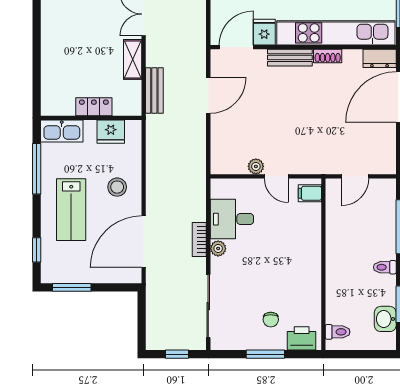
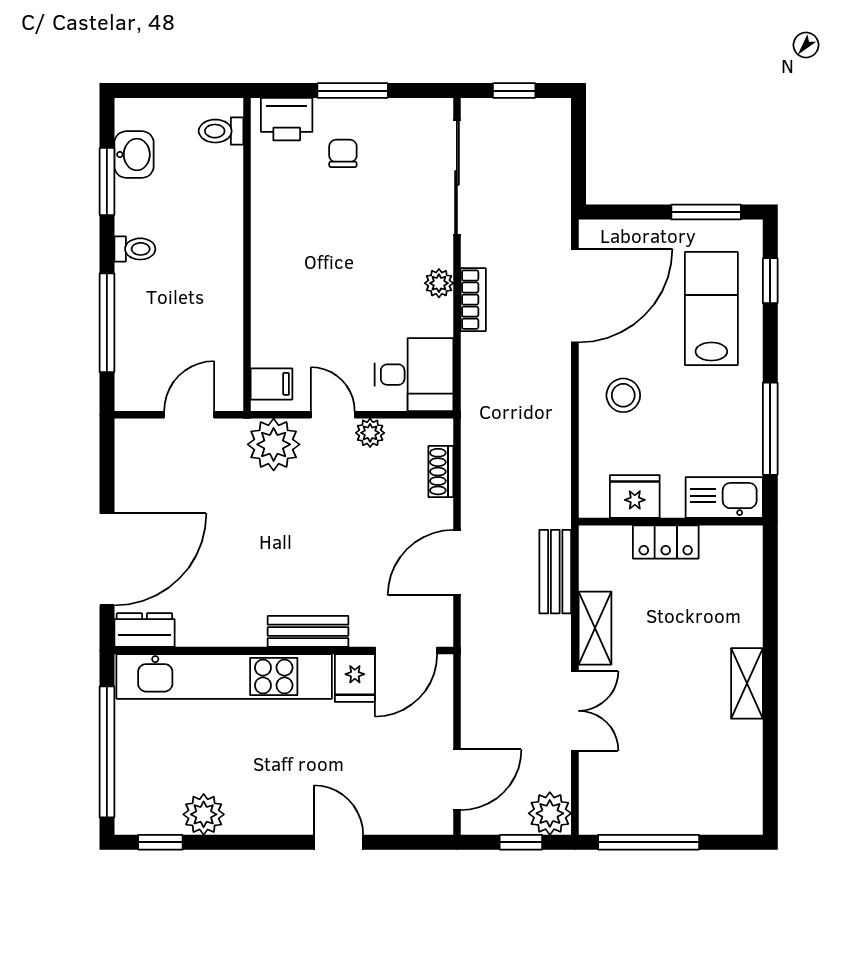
shelving: (49, 29) -> (747, 683), added
shoe rack: (328, 56) -> (441, 472), moved, turned -90
plant: (309, 160) -> (274, 444), added
lab bench: (71, 210) -> (711, 308), moved
desk: (232, 219) -> (414, 375), moved

